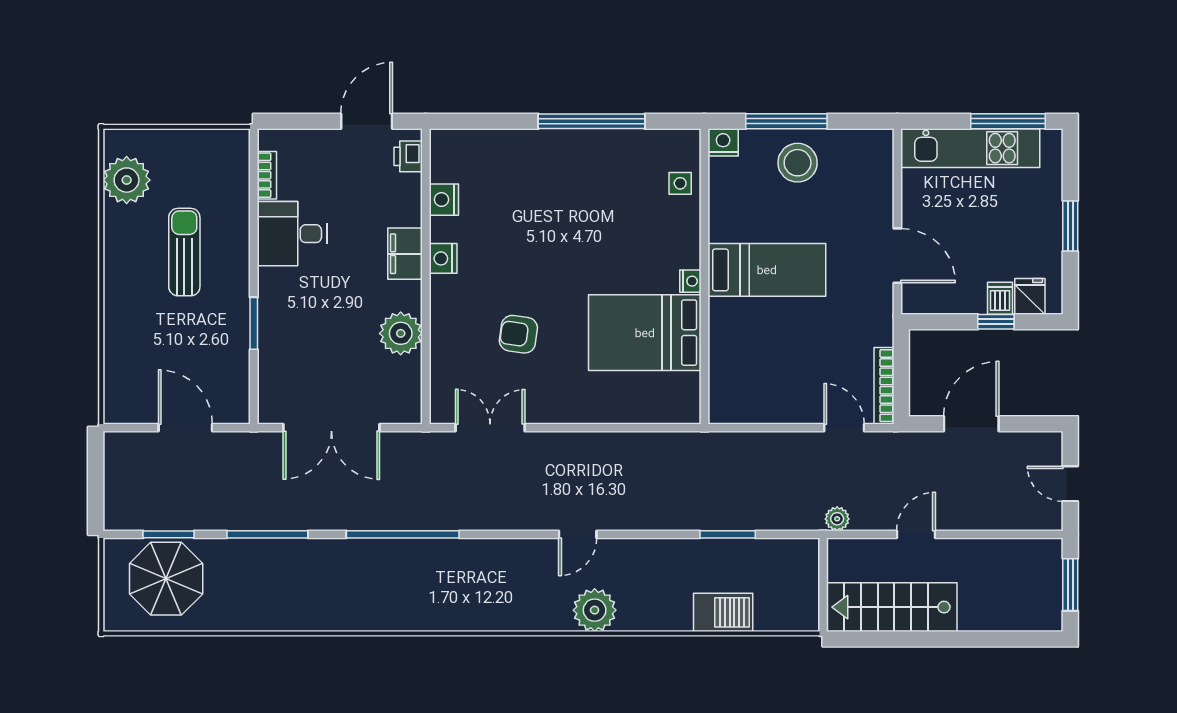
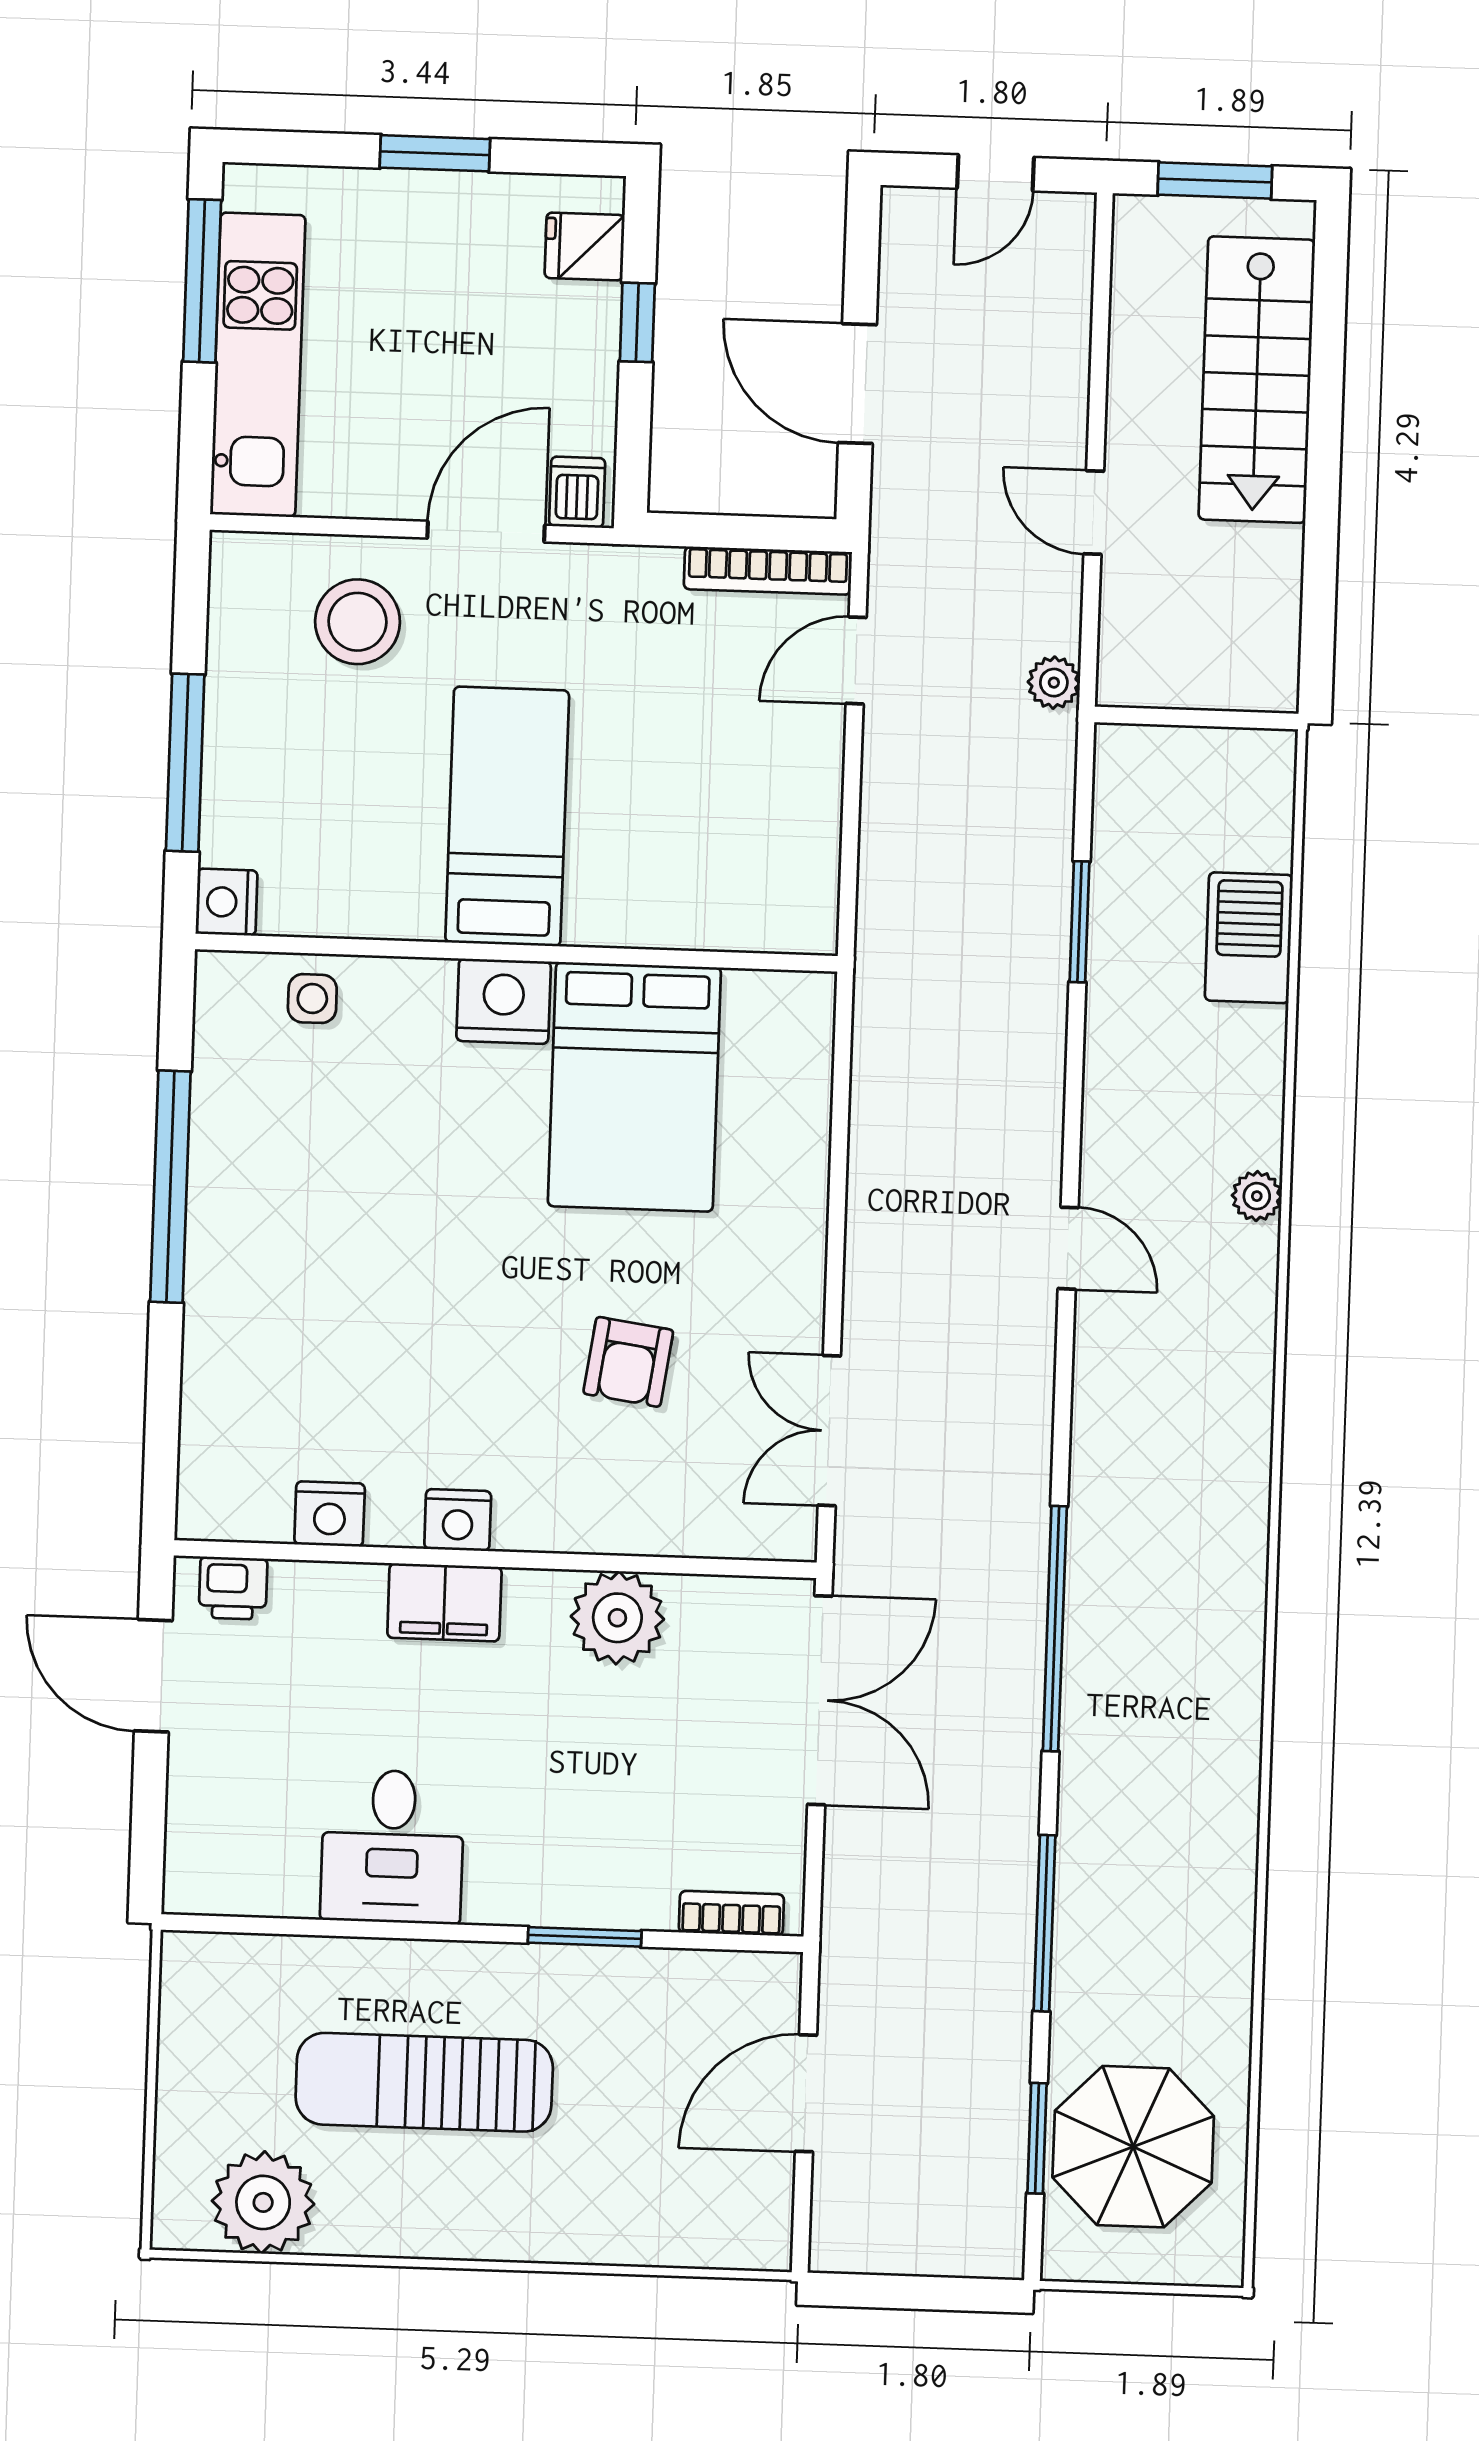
stool: (798, 163) -> (358, 622), moved
bookcase: (267, 175) -> (731, 1913), moved
sun lounger: (184, 252) -> (424, 2082), width x1.36, depth x1.34
nightstand: (690, 281) -> (504, 1001), width x1.89, depth x1.79
dishwasher: (1000, 298) -> (577, 492), moved, turned 90
double door: (331, 428) -> (820, 1700), moved
stairs: (892, 607) -> (1257, 380), moved
plant: (595, 610) -> (1257, 1196), width x0.53, depth x0.53

